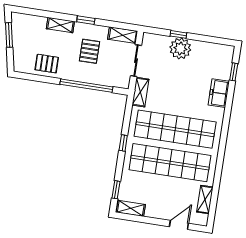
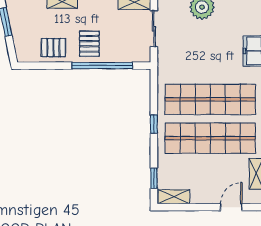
pallet: (90, 51) -> (89, 44), moved
shelving: (140, 92) -> (164, 64), removed

